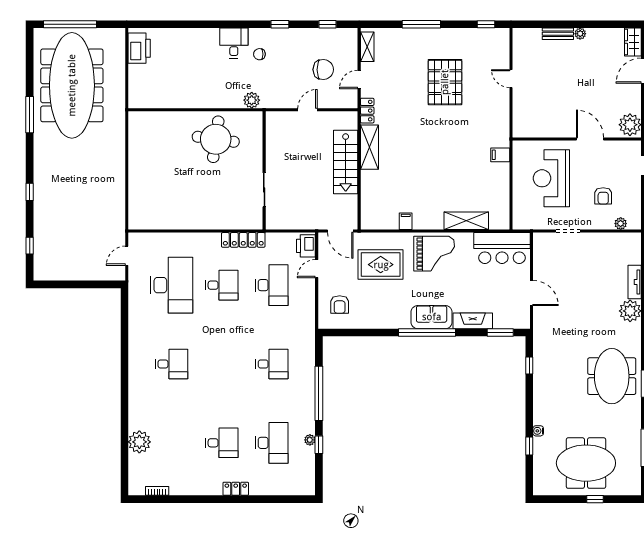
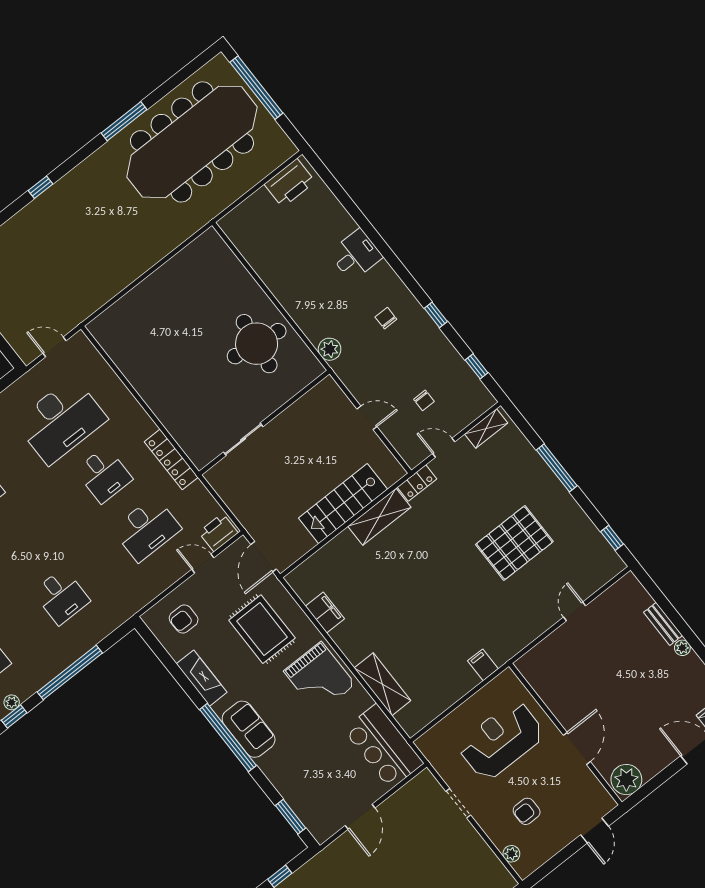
desk: (234, 43) -> (356, 255), moved
chair: (323, 70) -> (424, 400), width x0.54, depth x0.54
filing cabinet: (406, 221) -> (325, 613), width x2.00
fireplace: (473, 321) -> (202, 678), moved

